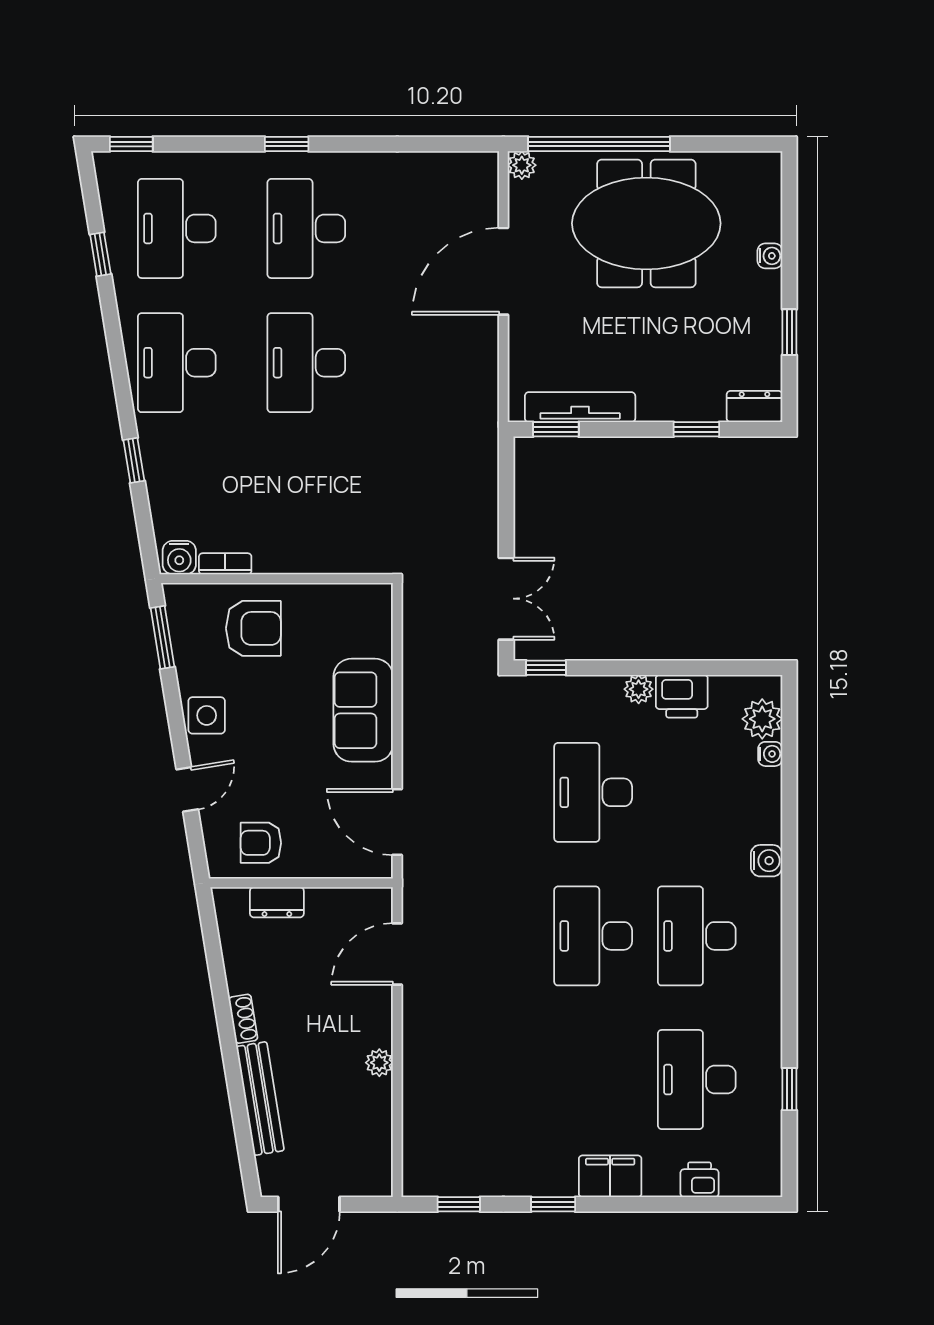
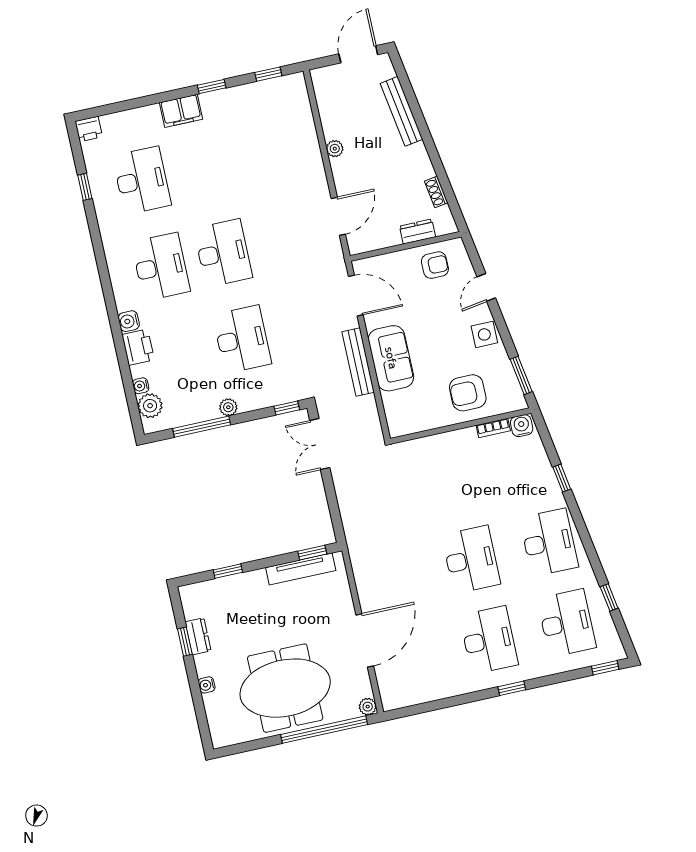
dresser: (754, 406) -> (198, 636), moved, turned -90
window: (688, 668) -> (202, 427), added
printer: (682, 696) -> (138, 347), moved, turned 90
bench: (417, 716) -> (358, 362), added
shoe rack: (243, 1019) -> (436, 192), moved
printer: (700, 1180) -> (89, 129), moved

